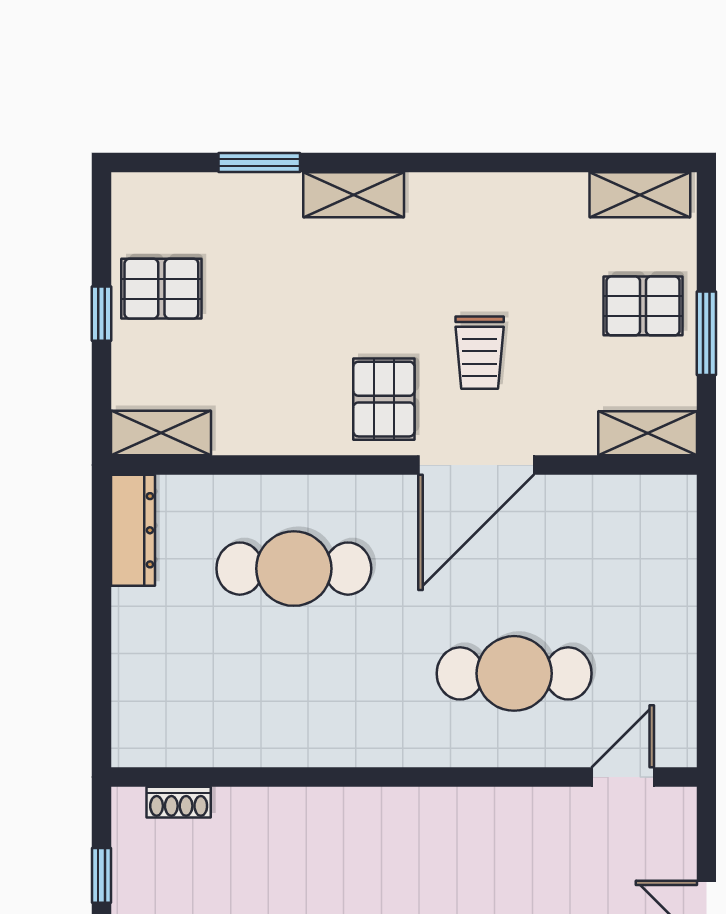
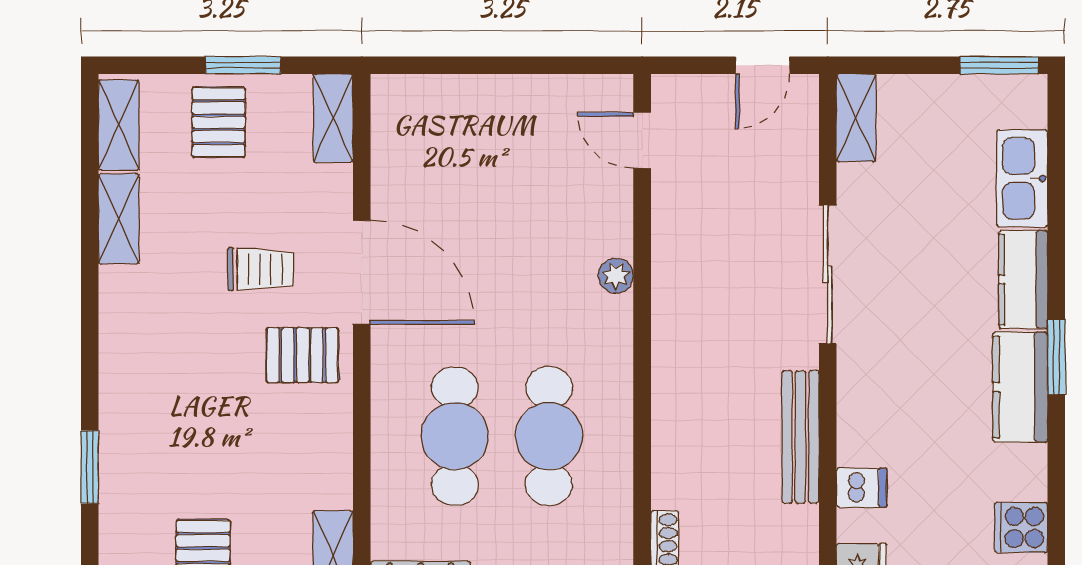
shelving: (354, 195) -> (119, 219), moved
cafe table: (514, 673) -> (549, 436), moved
plant: (472, 748) -> (616, 276), added

